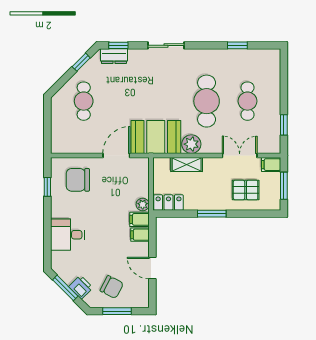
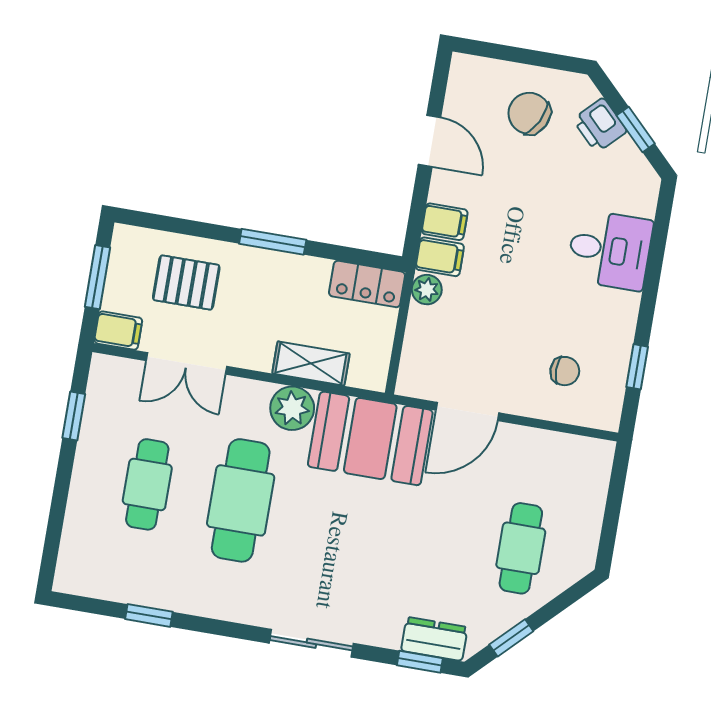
chair: (78, 180) -> (565, 371), width x0.54, depth x0.54
window: (65, 288) -> (636, 130), width x0.67
window: (117, 311) -> (527, 57), removed

